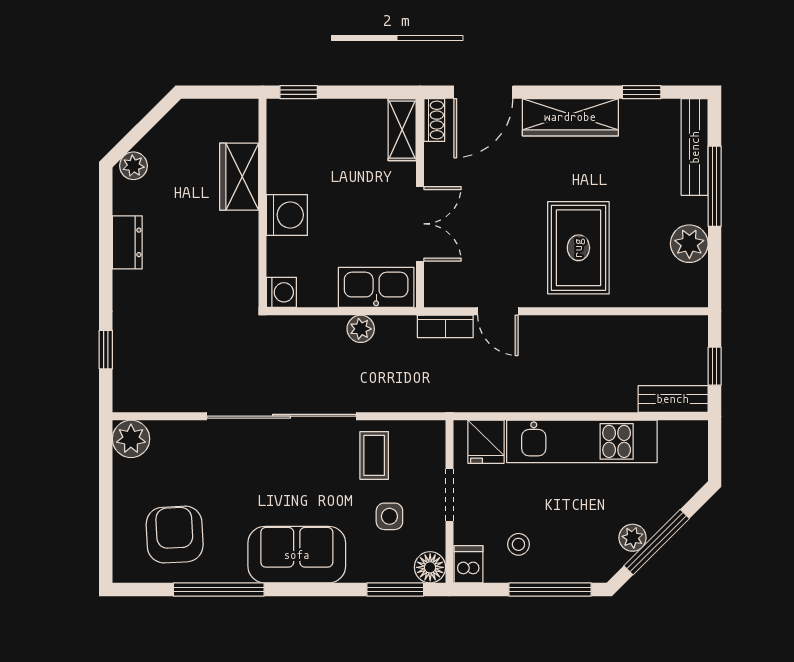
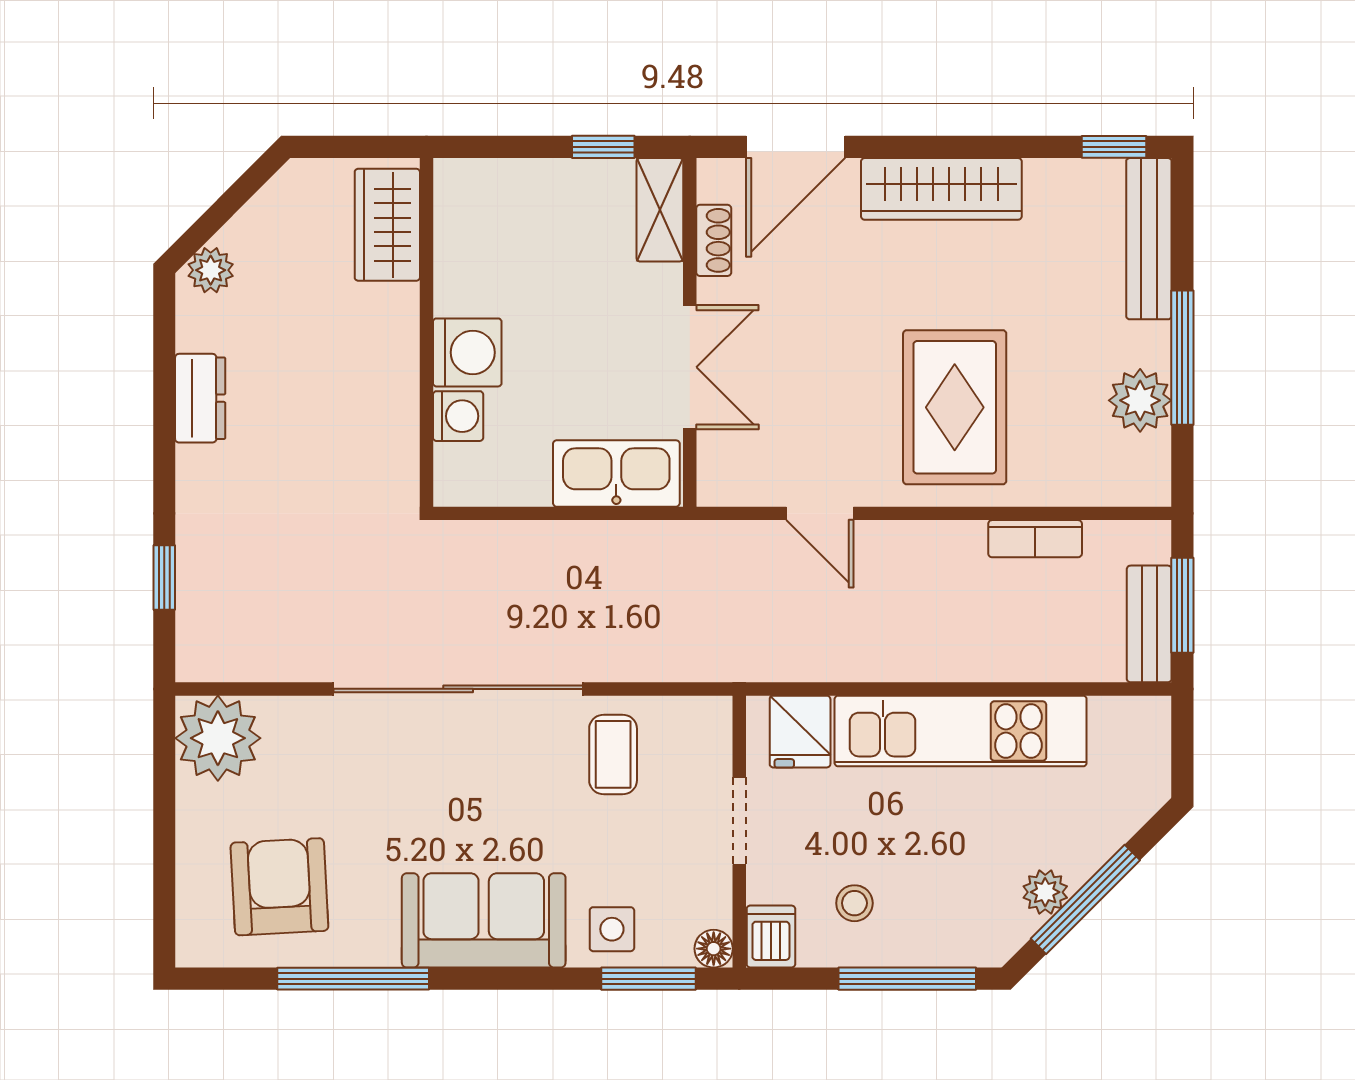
window: (299, 92) -> (603, 147), moved
window: (642, 92) -> (1114, 147), moved
shoe rack: (434, 120) -> (714, 240), moved
wardrobe: (239, 177) -> (387, 225), moved
window: (715, 186) -> (1182, 358), moved
washing machine: (281, 292) -> (458, 416), moved
bookcase: (445, 326) -> (1035, 539), moved
plant: (361, 329) -> (591, 543), removed
window: (715, 366) -> (1182, 605), width x1.50
bench: (673, 399) -> (1149, 624), moved, turned 90
plant: (131, 439) -> (218, 738), width x1.36, depth x1.36
side table: (389, 516) -> (612, 929), moved
floor lamp: (430, 567) -> (714, 949), width x0.73, depth x0.73

